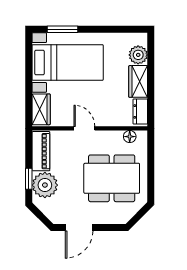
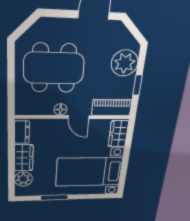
window: (62, 29) -> (54, 197), moved
floor lamp: (130, 137) -> (60, 109), moved
piano: (41, 151) -> (112, 107), moved, turned 90
window: (29, 179) -> (138, 85), moved

